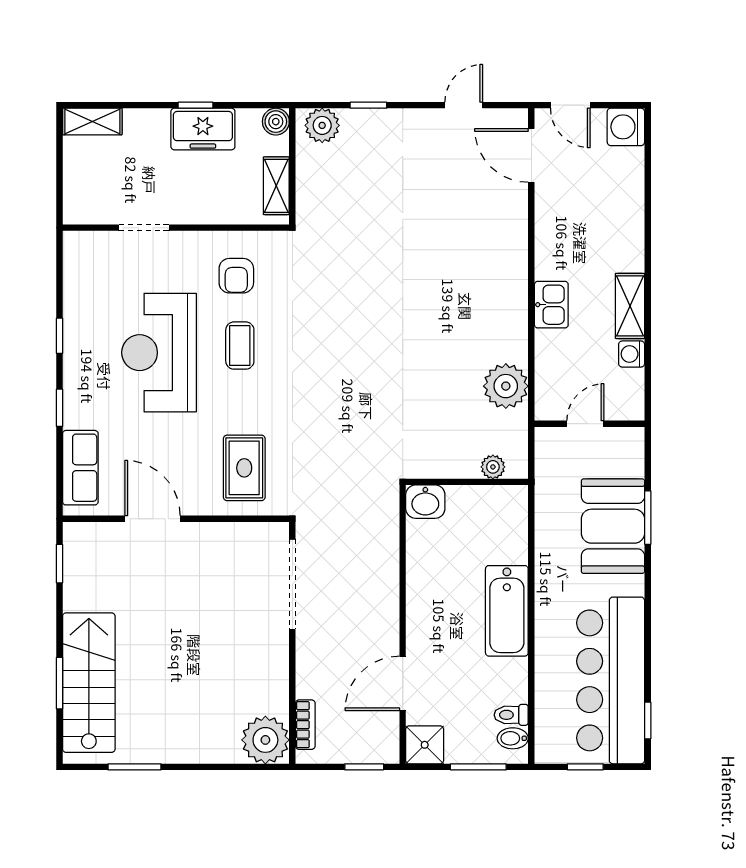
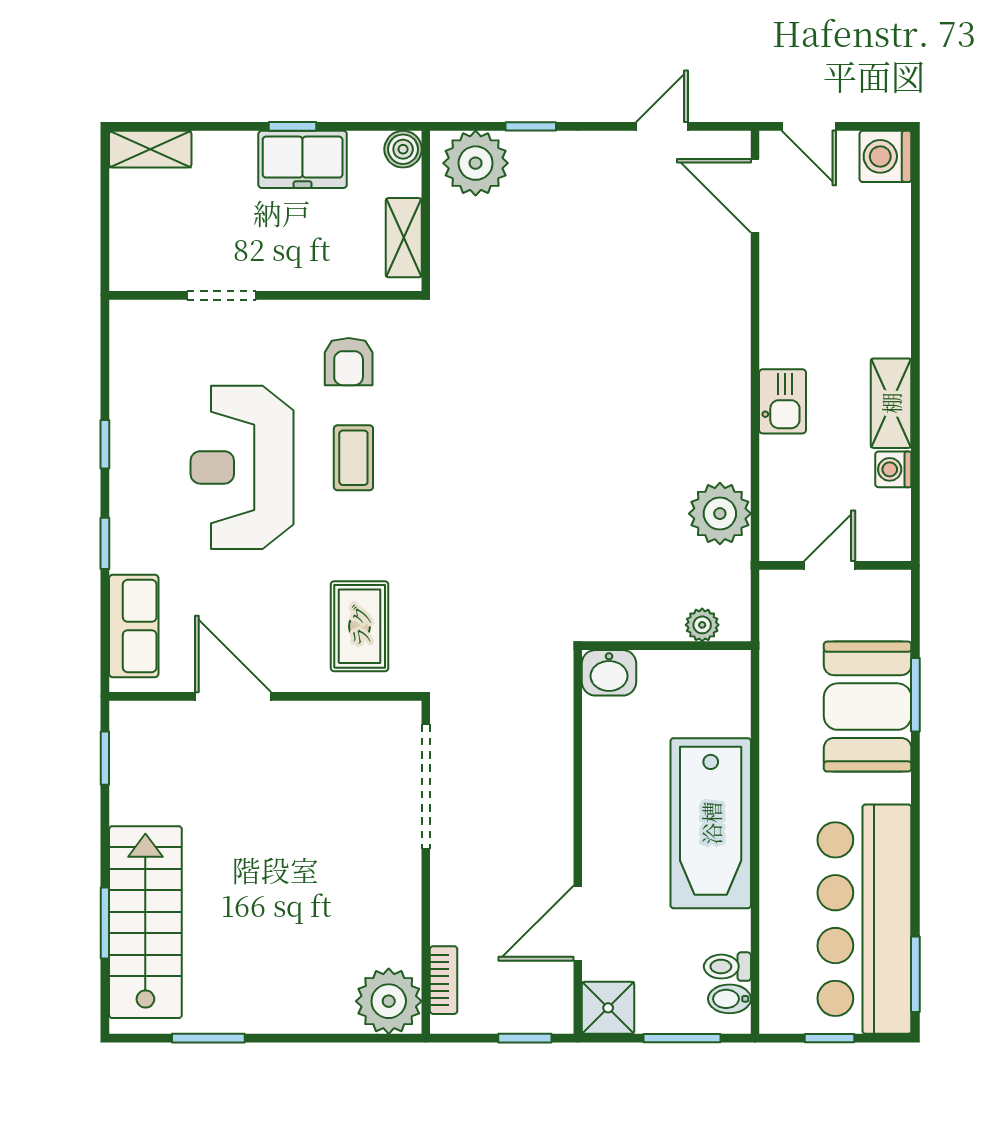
plant: (322, 125) -> (476, 163), width x1.36, depth x1.36
bathtub: (507, 611) -> (711, 823), width x1.36, depth x1.36
window: (648, 720) -> (915, 974), width x1.50

